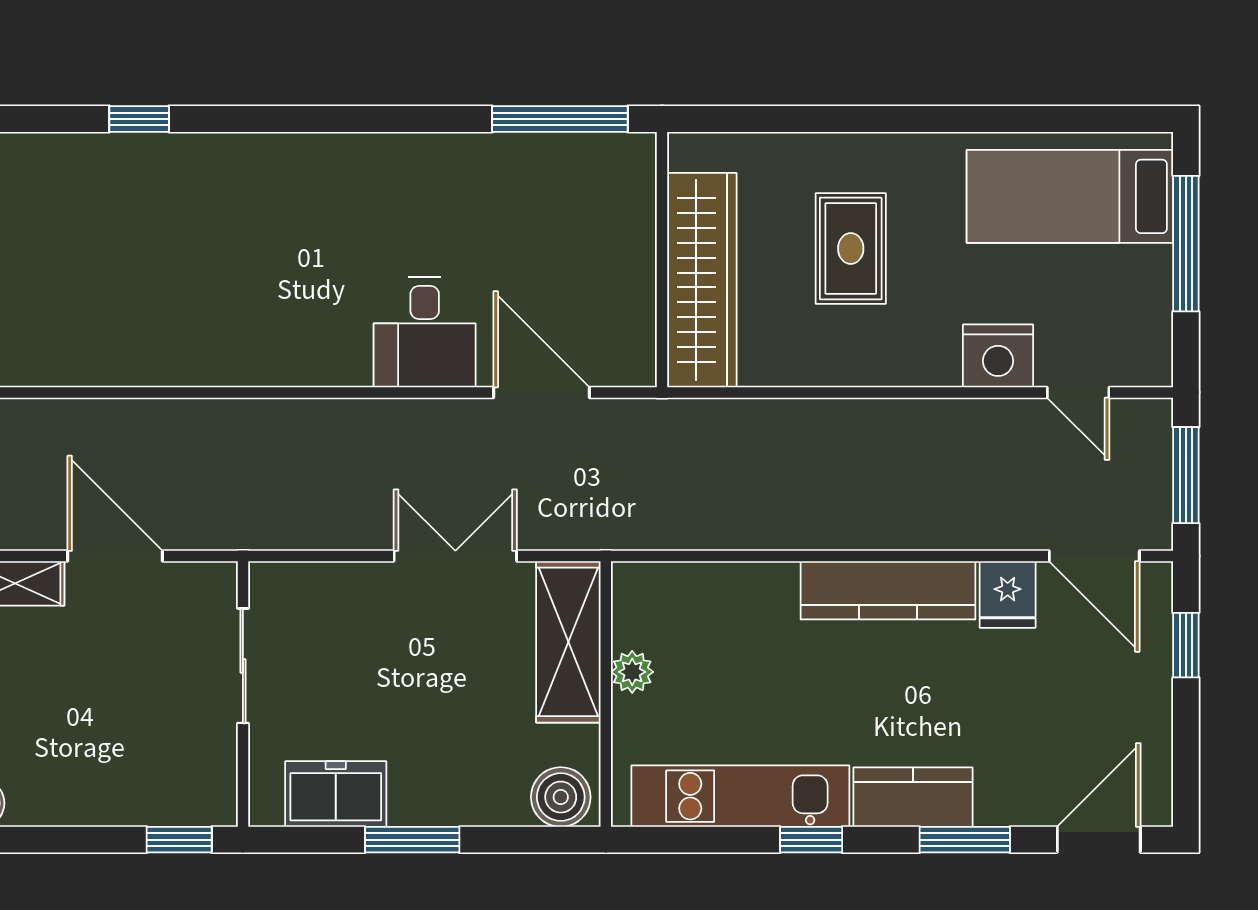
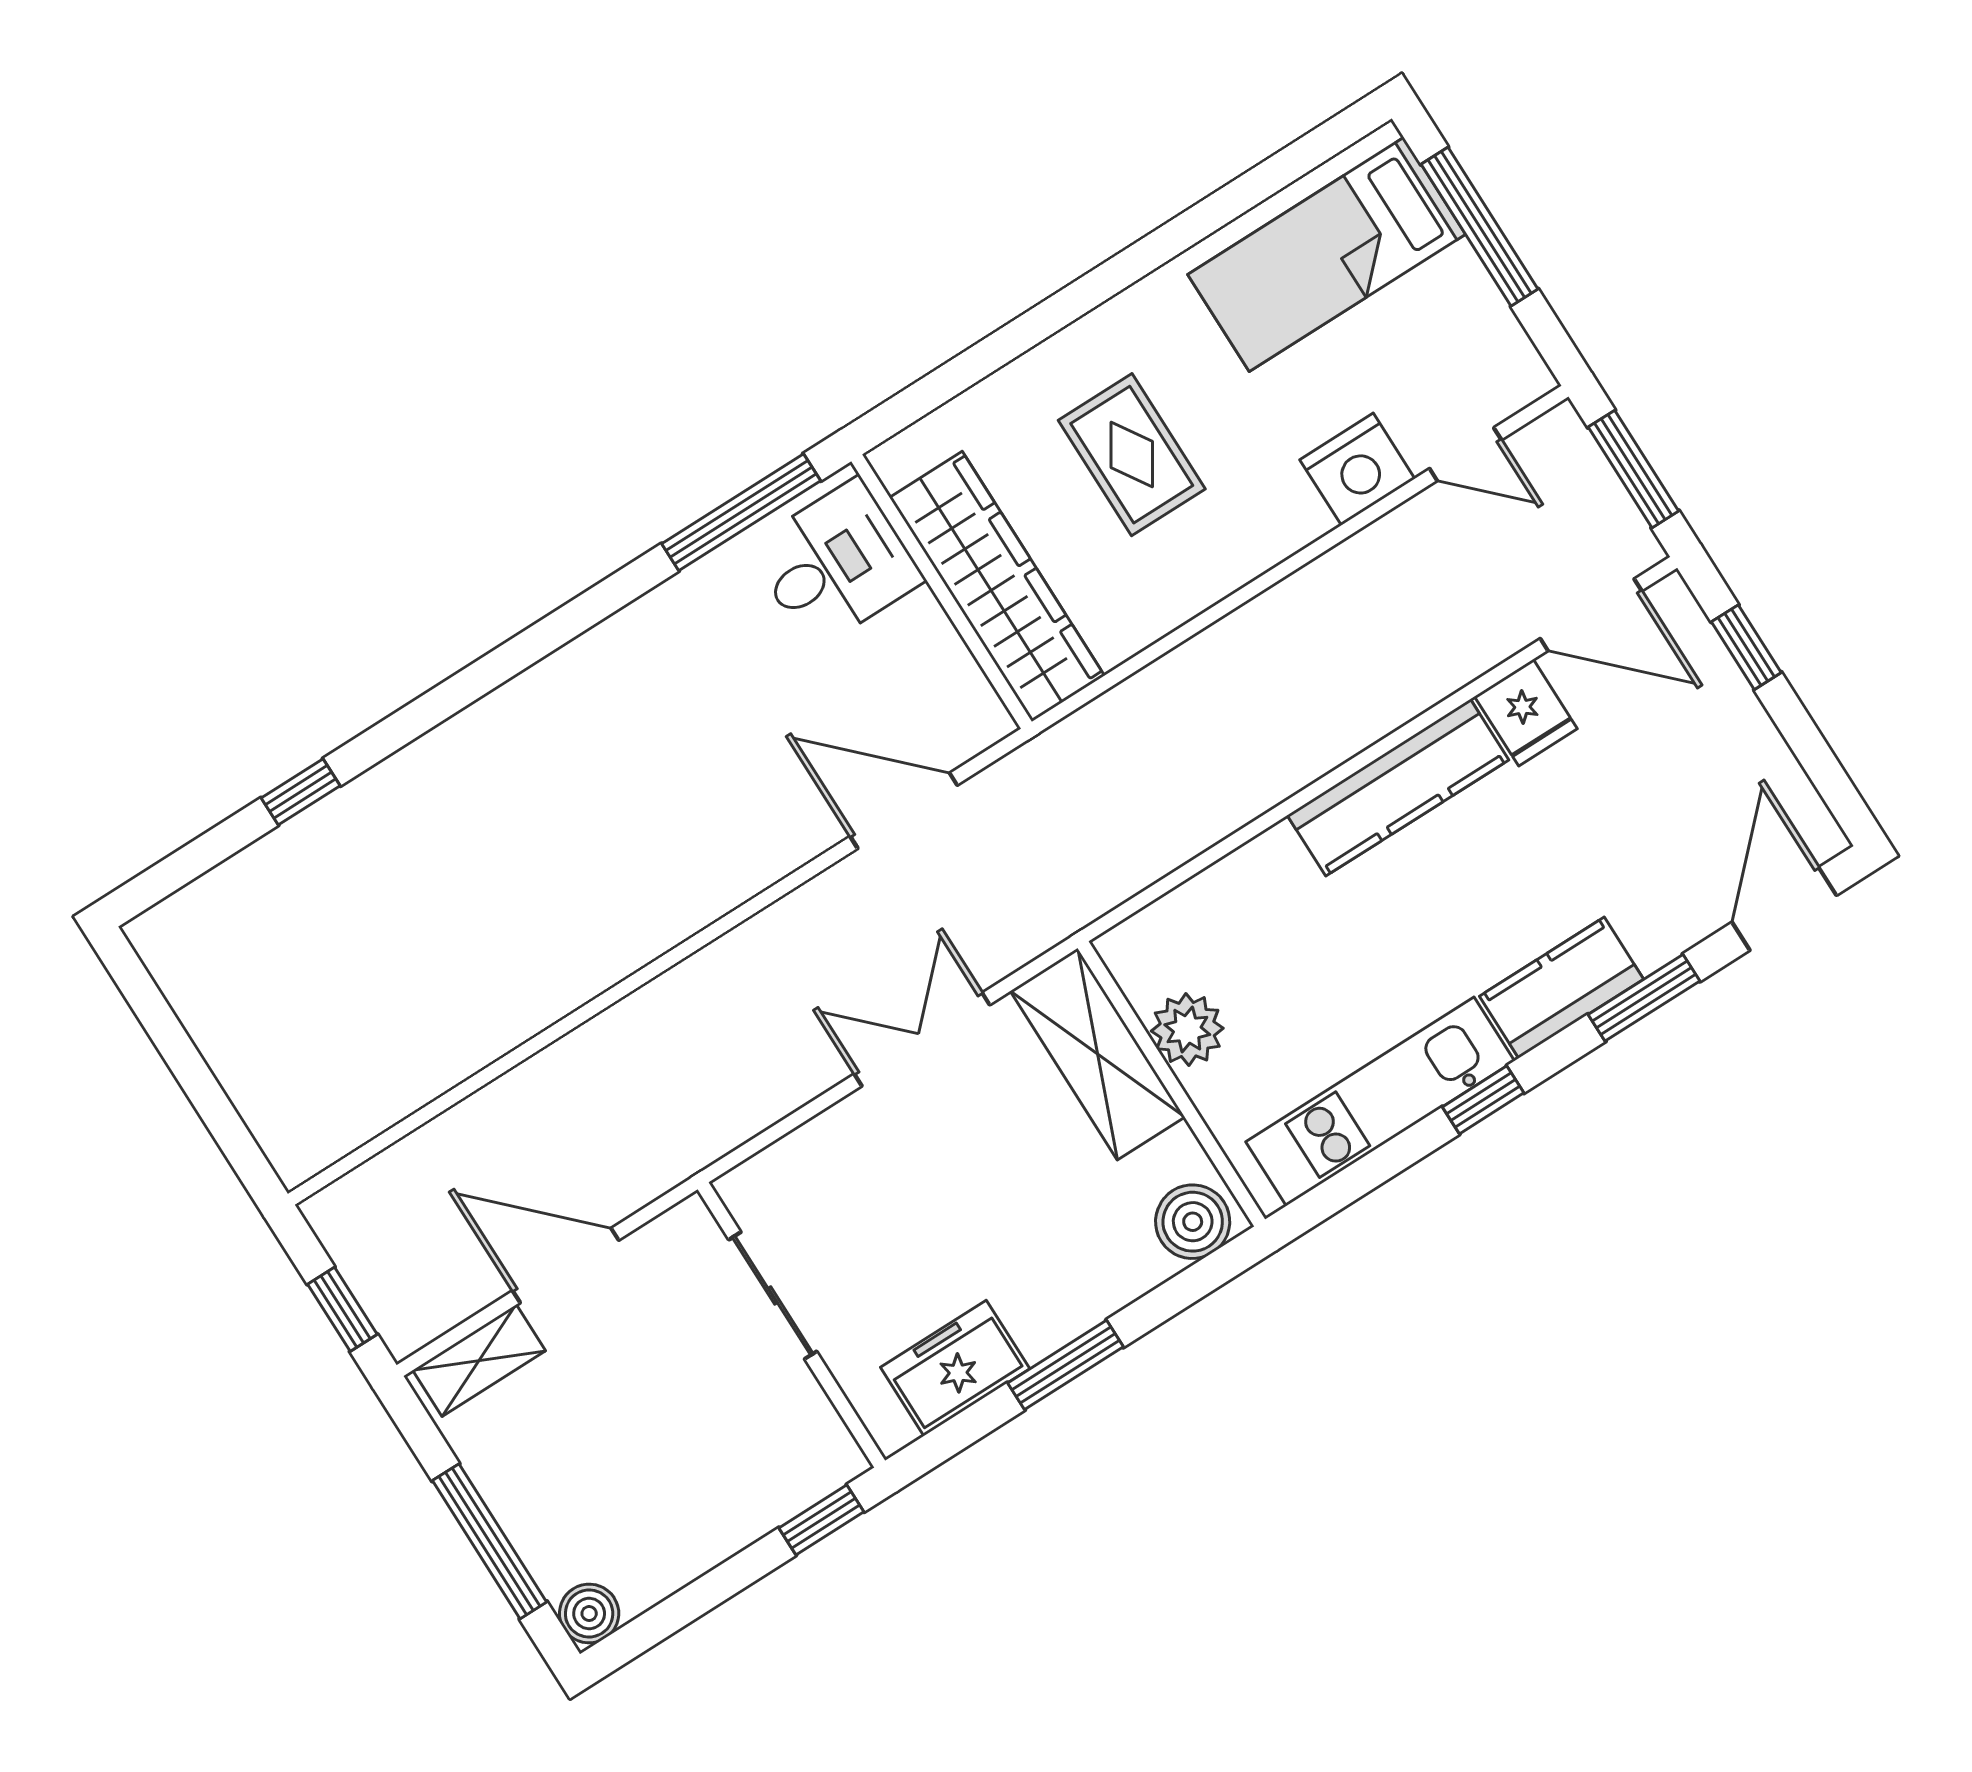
desk: (425, 332) -> (836, 564), moved, turned -90
plant: (632, 672) -> (1187, 1030), width x1.38, depth x1.38

